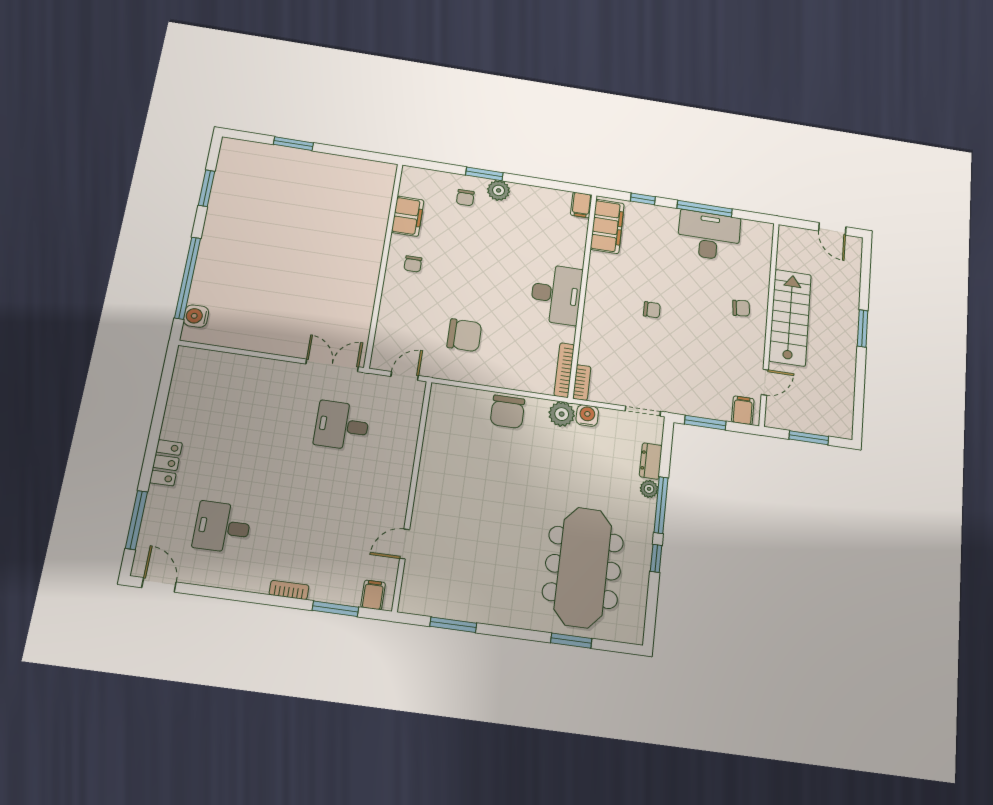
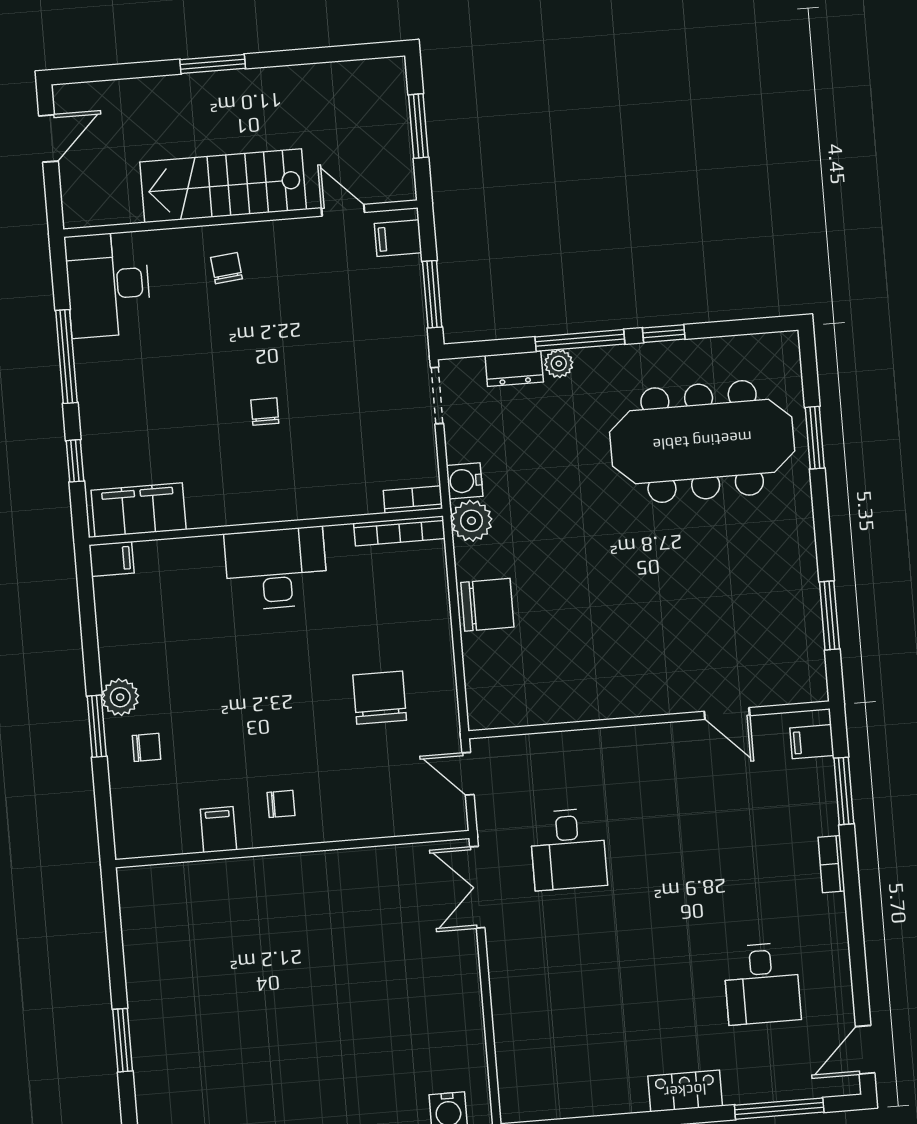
filing cabinet: (408, 216) -> (218, 830), width x0.50
desk: (709, 236) -> (108, 284), moved

